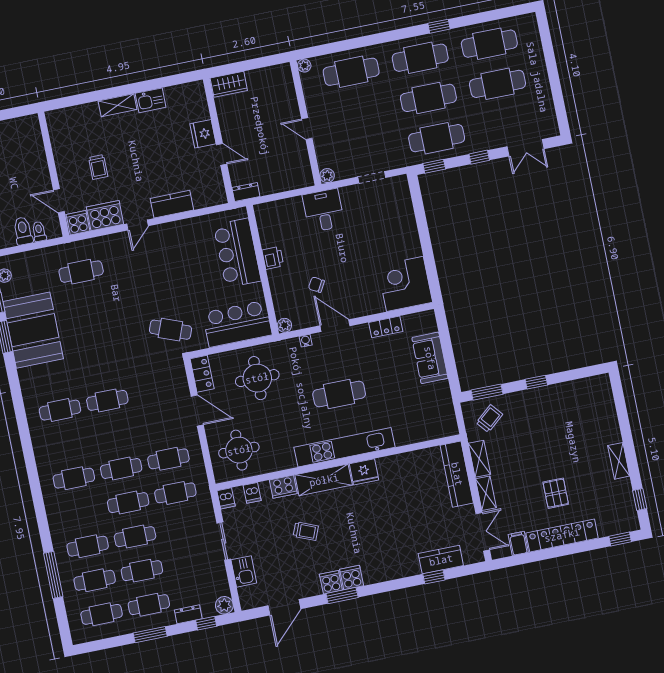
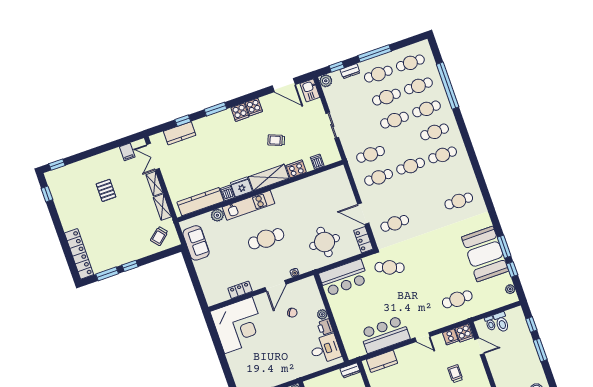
kitchen counter: (172, 204) -> (382, 361), moved
desk: (324, 210) -> (325, 349), moved, turned -90
cooker: (105, 216) -> (450, 337), width x0.53, depth x0.76
door: (138, 225) -> (422, 337), swing flipped
bar counter: (237, 253) -> (385, 334), moved, turned -90
corner desk: (405, 284) -> (238, 325), width x1.36, depth x1.36
plant: (284, 325) -> (322, 314), moved
door: (335, 326) -> (276, 286), hinge flipped
sofa: (430, 358) -> (196, 243), moved
window: (487, 392) -> (107, 274), moved
cafe table: (107, 400) -> (395, 223), moved
plant: (403, 437) -> (217, 215), added
kitchen unit: (345, 447) -> (249, 205), width x0.73
round table: (239, 450) -> (330, 190), removed
shelving: (619, 461) -> (65, 219), removed
kitchen counter: (457, 474) -> (200, 202), moved, turned -90
dishwasher: (226, 498) -> (227, 193), moved
cafe table: (128, 503) -> (435, 132), moved
locker: (562, 535) -> (79, 254), moved, turned -90
kitchen sink: (244, 571) -> (310, 90), moved
window: (53, 575) -> (448, 86), width x1.46
window: (342, 596) -> (215, 109), moved
door: (284, 607) -> (284, 85), swing flipped
window: (150, 635) -> (375, 53), width x1.44

